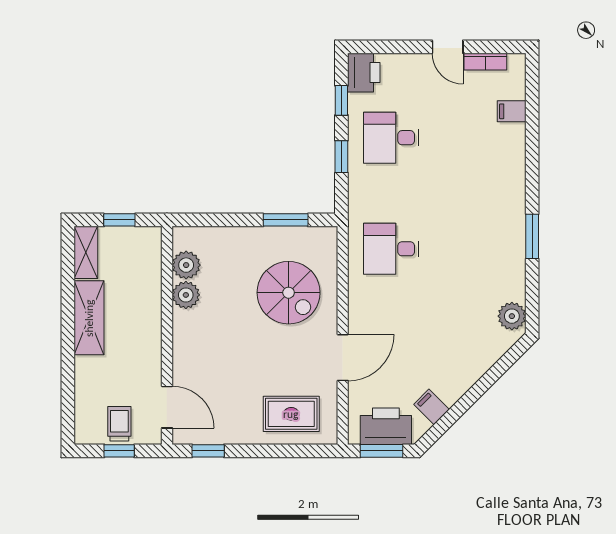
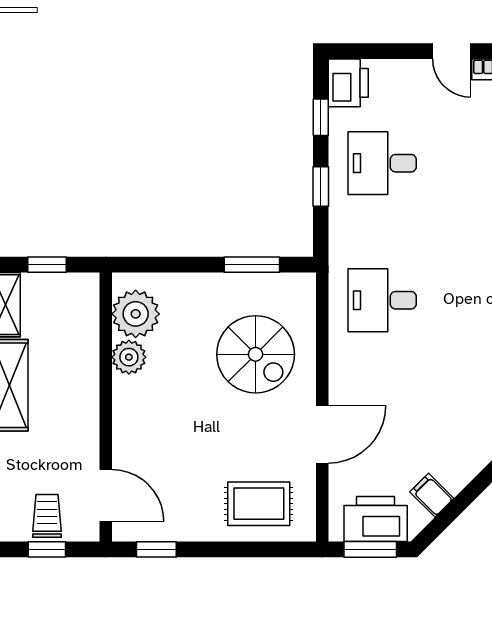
plant: (186, 265) -> (136, 314), width x1.36, depth x1.36

